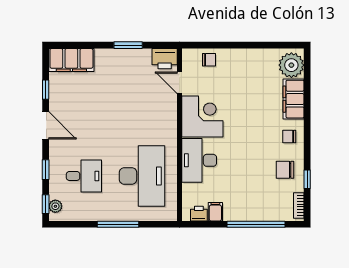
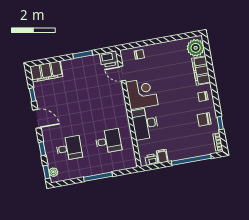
desk: (142, 176) -> (108, 141), width x0.53, depth x0.77

